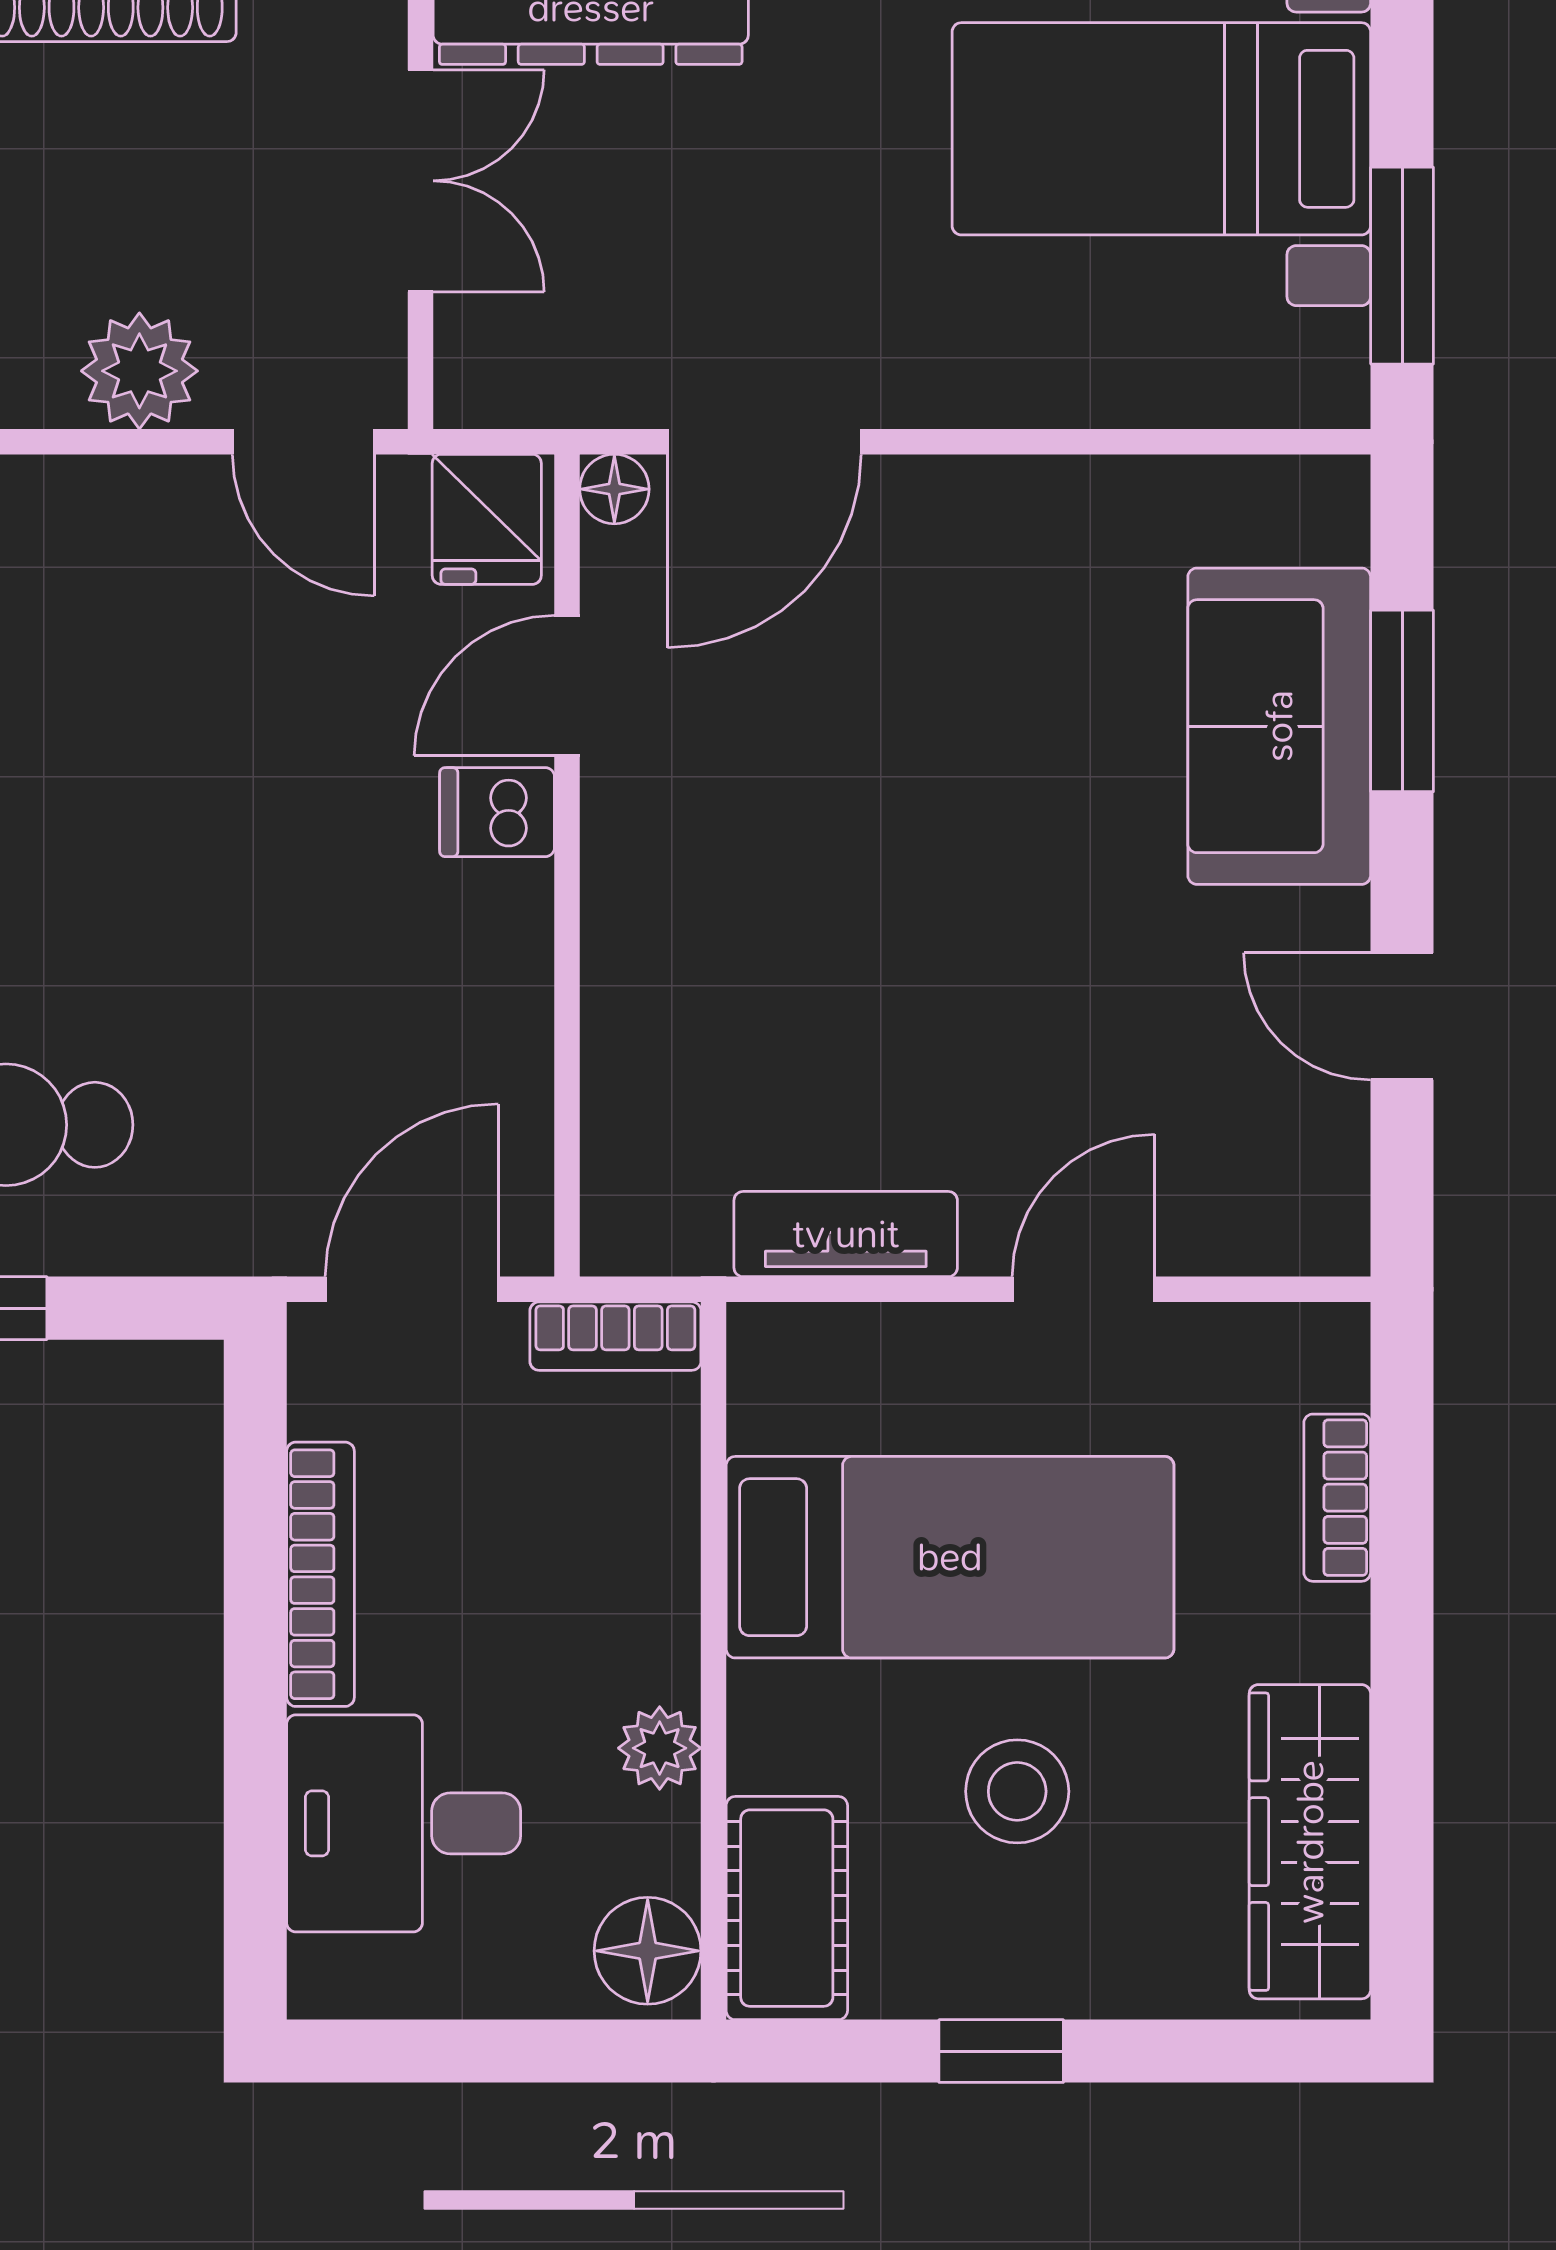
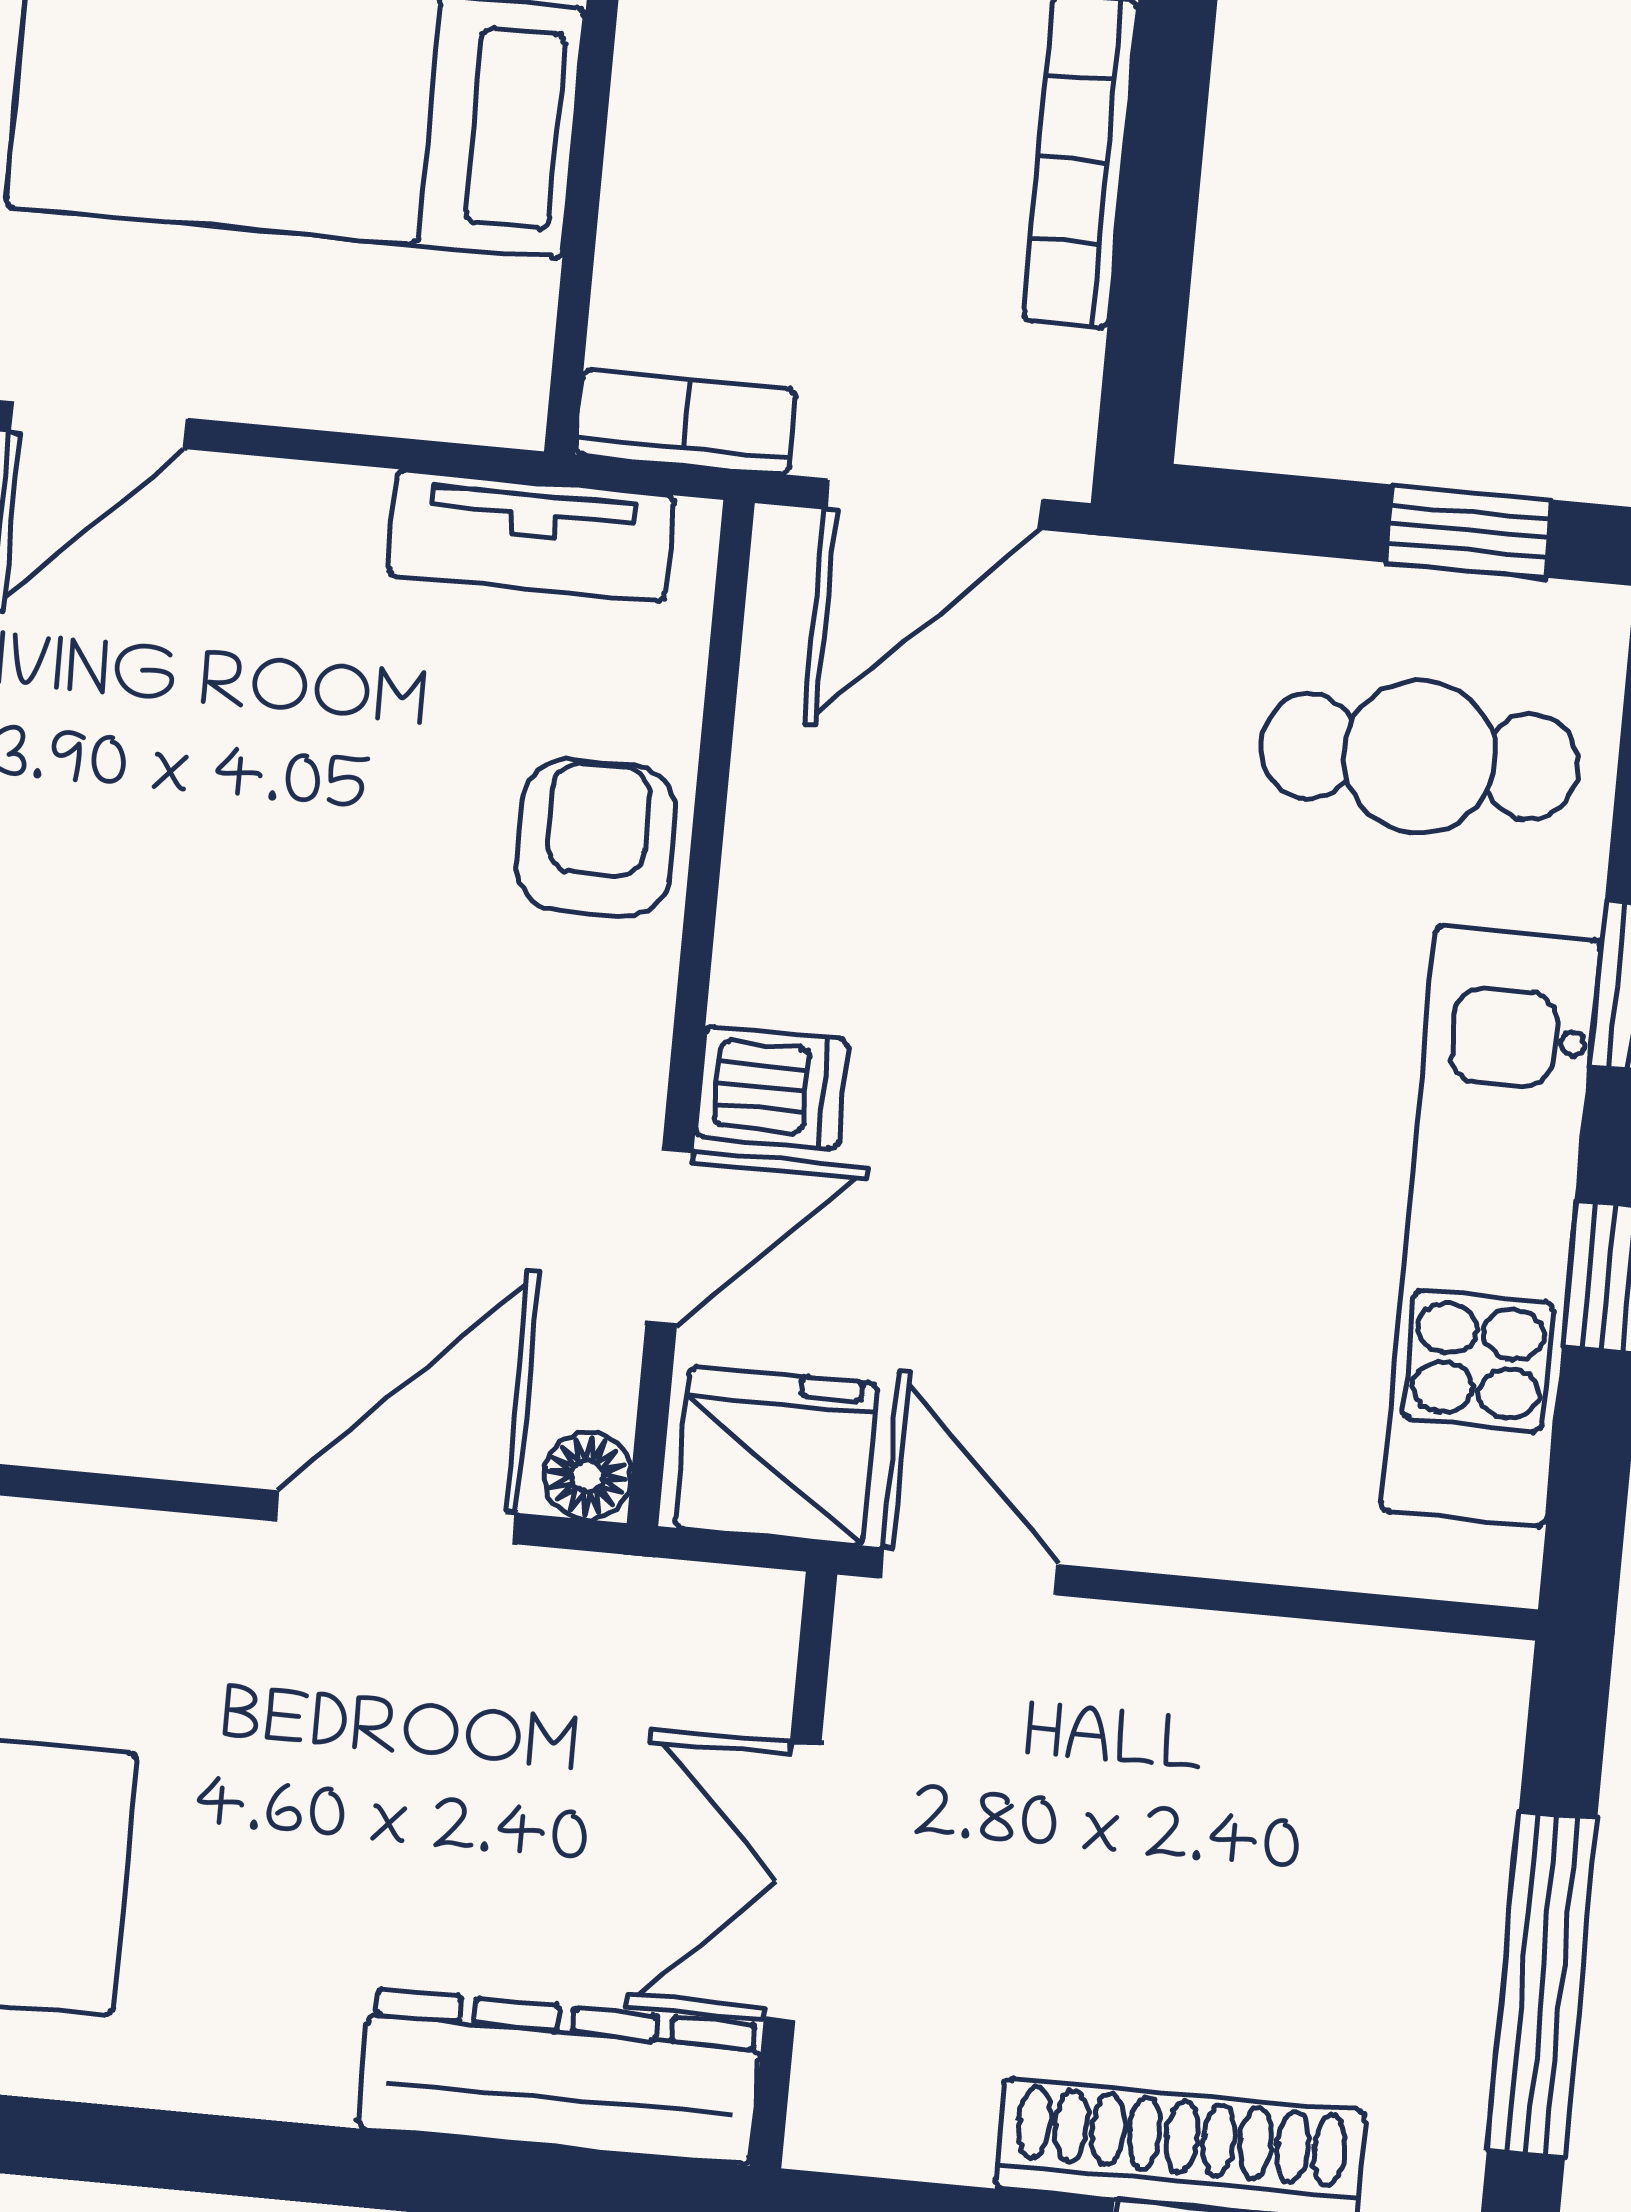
plant: (139, 371) -> (1164, 1679), removed
fridge: (487, 519) -> (776, 1456), width x1.38
armchair: (655, 998) -> (596, 838), added
tv unit: (846, 1234) -> (531, 535), moved

